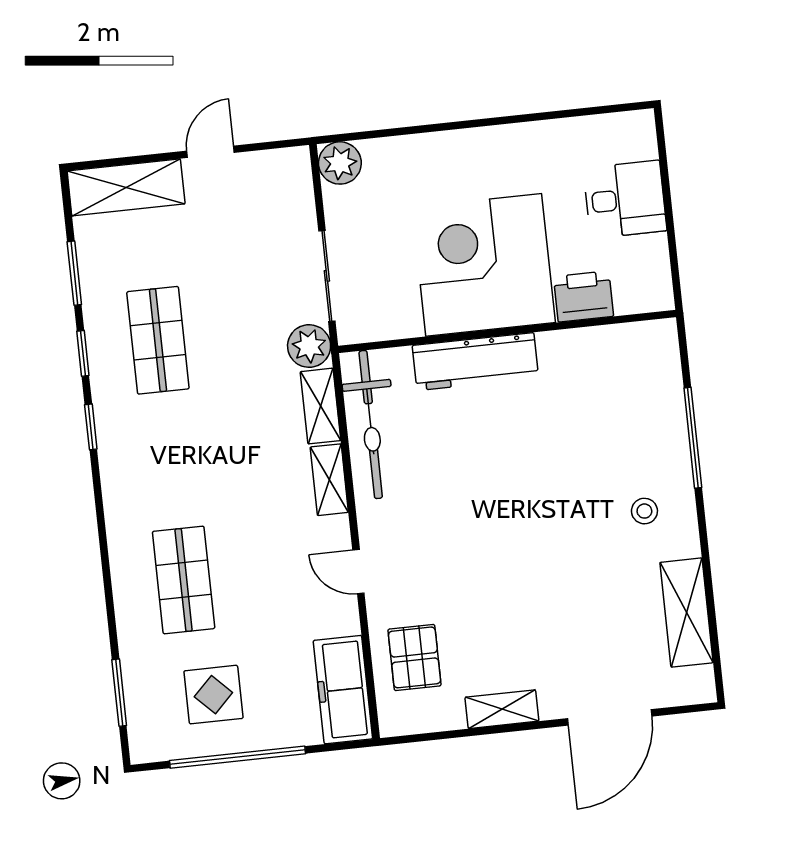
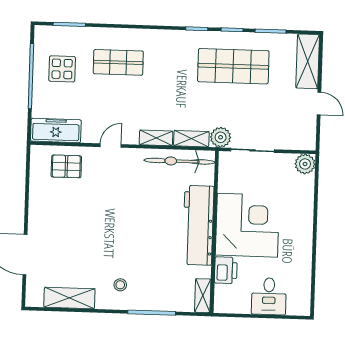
shop shelf: (158, 340) -> (233, 66), width x1.43, depth x1.36
workbench: (475, 362) -> (198, 225), width x1.36, depth x1.32
shelving: (502, 709) -> (203, 296), moved

